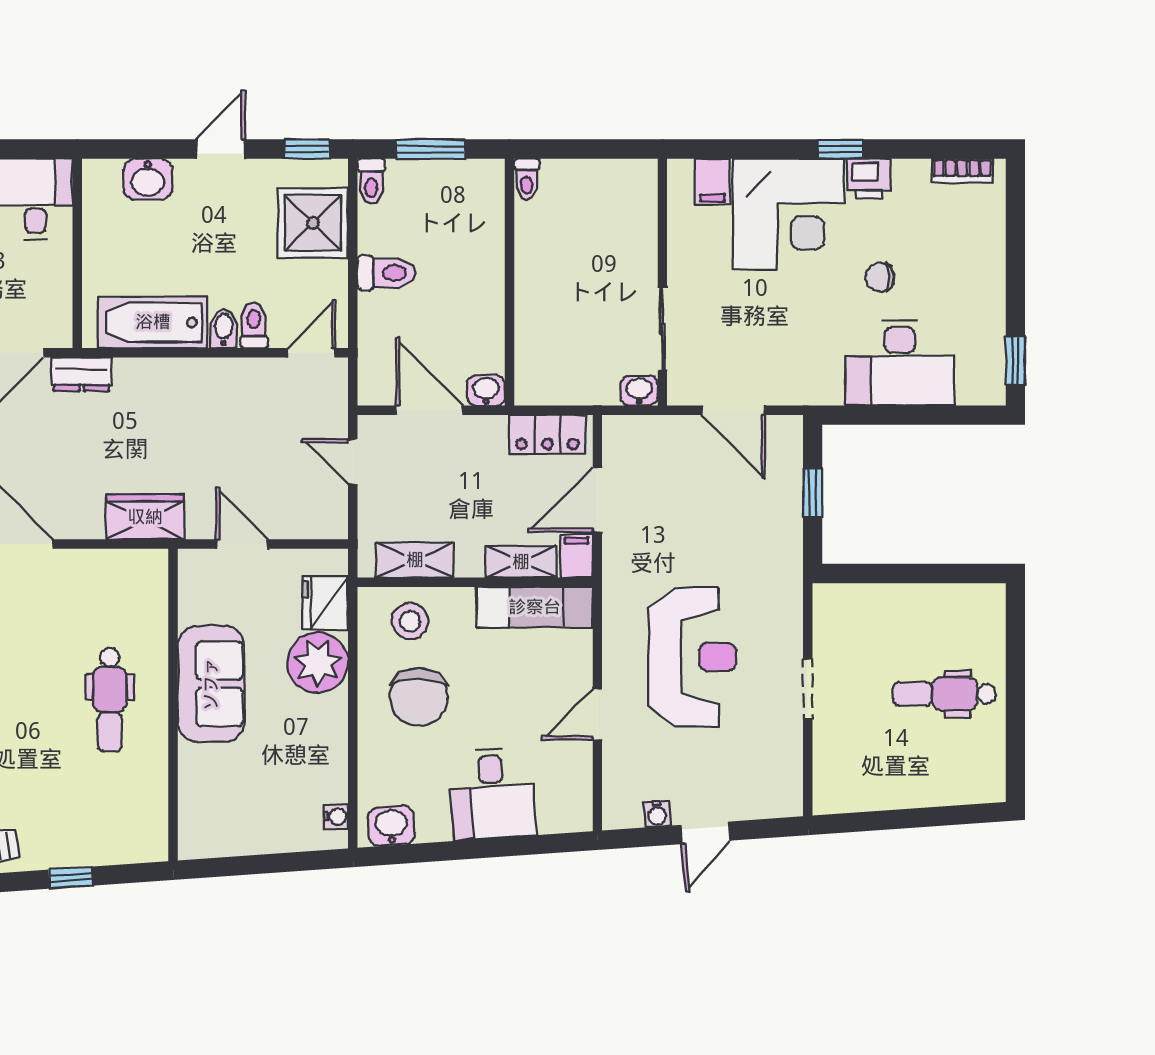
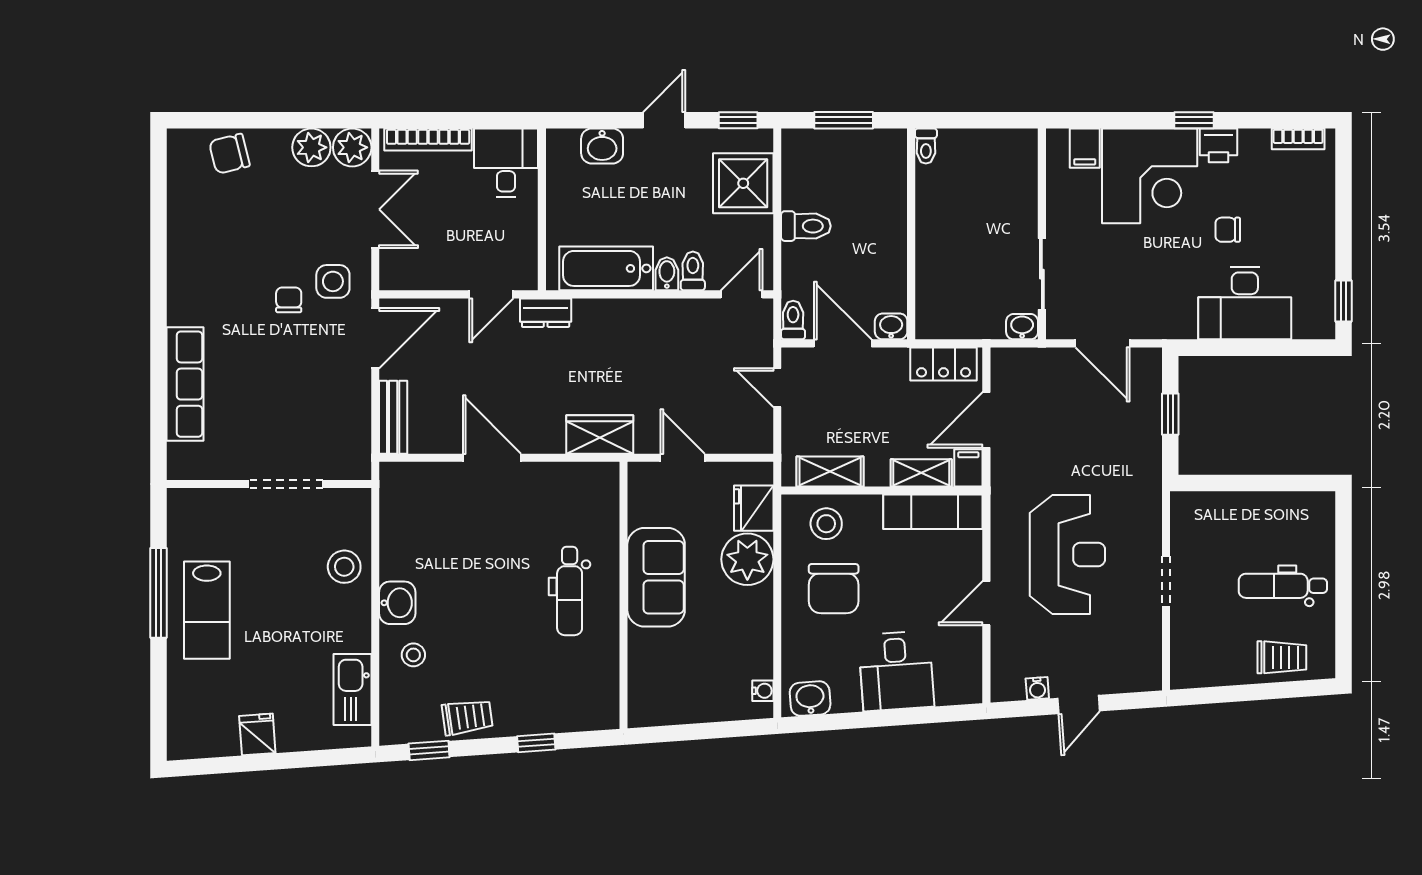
toilet: (371, 181) -> (793, 320), moved, turned 180
trolley: (943, 777) -> (1282, 657), added

